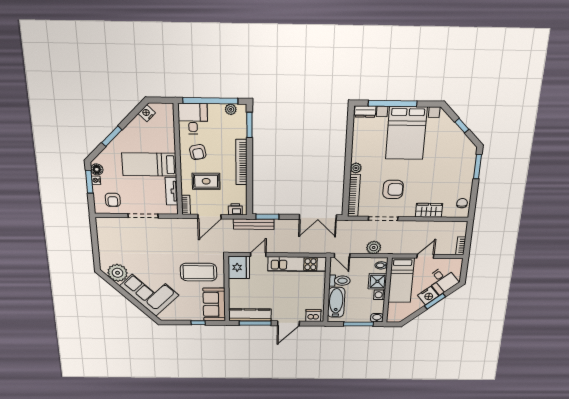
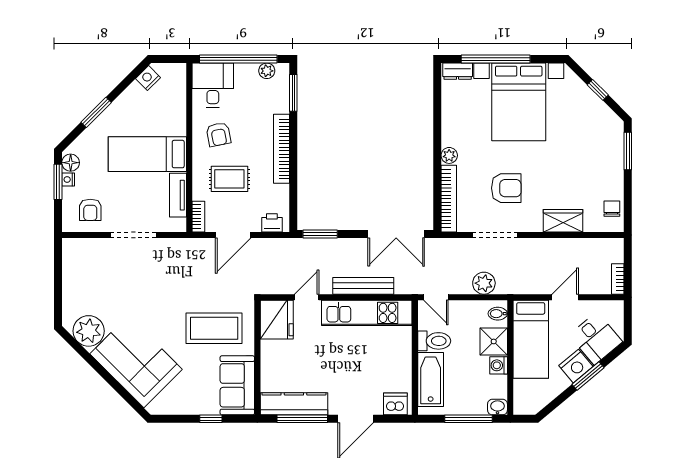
bench: (254, 224) -> (363, 286), moved

